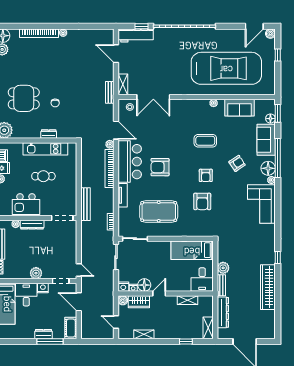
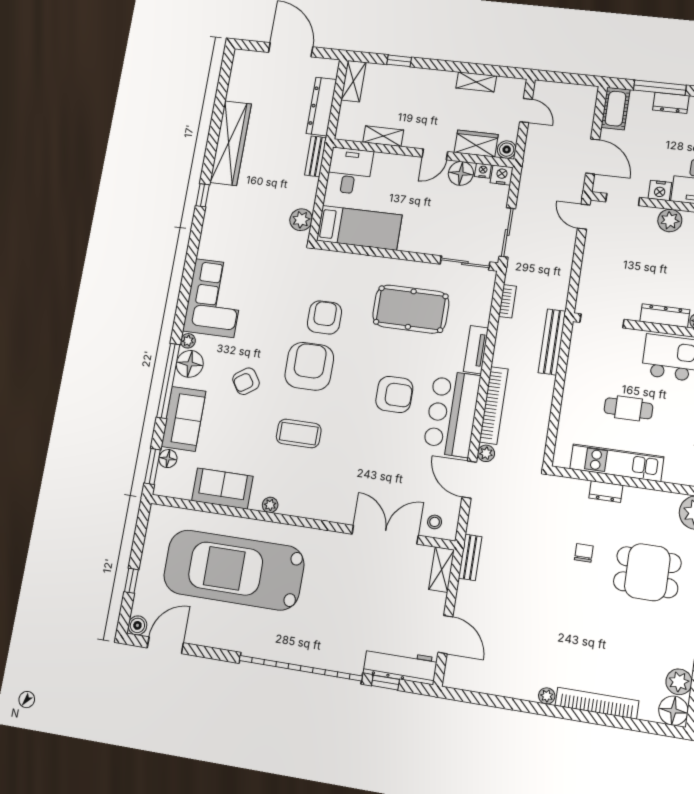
armchair: (206, 175) -> (309, 366), width x1.88, depth x1.88
plant: (223, 268) -> (301, 220), moved

